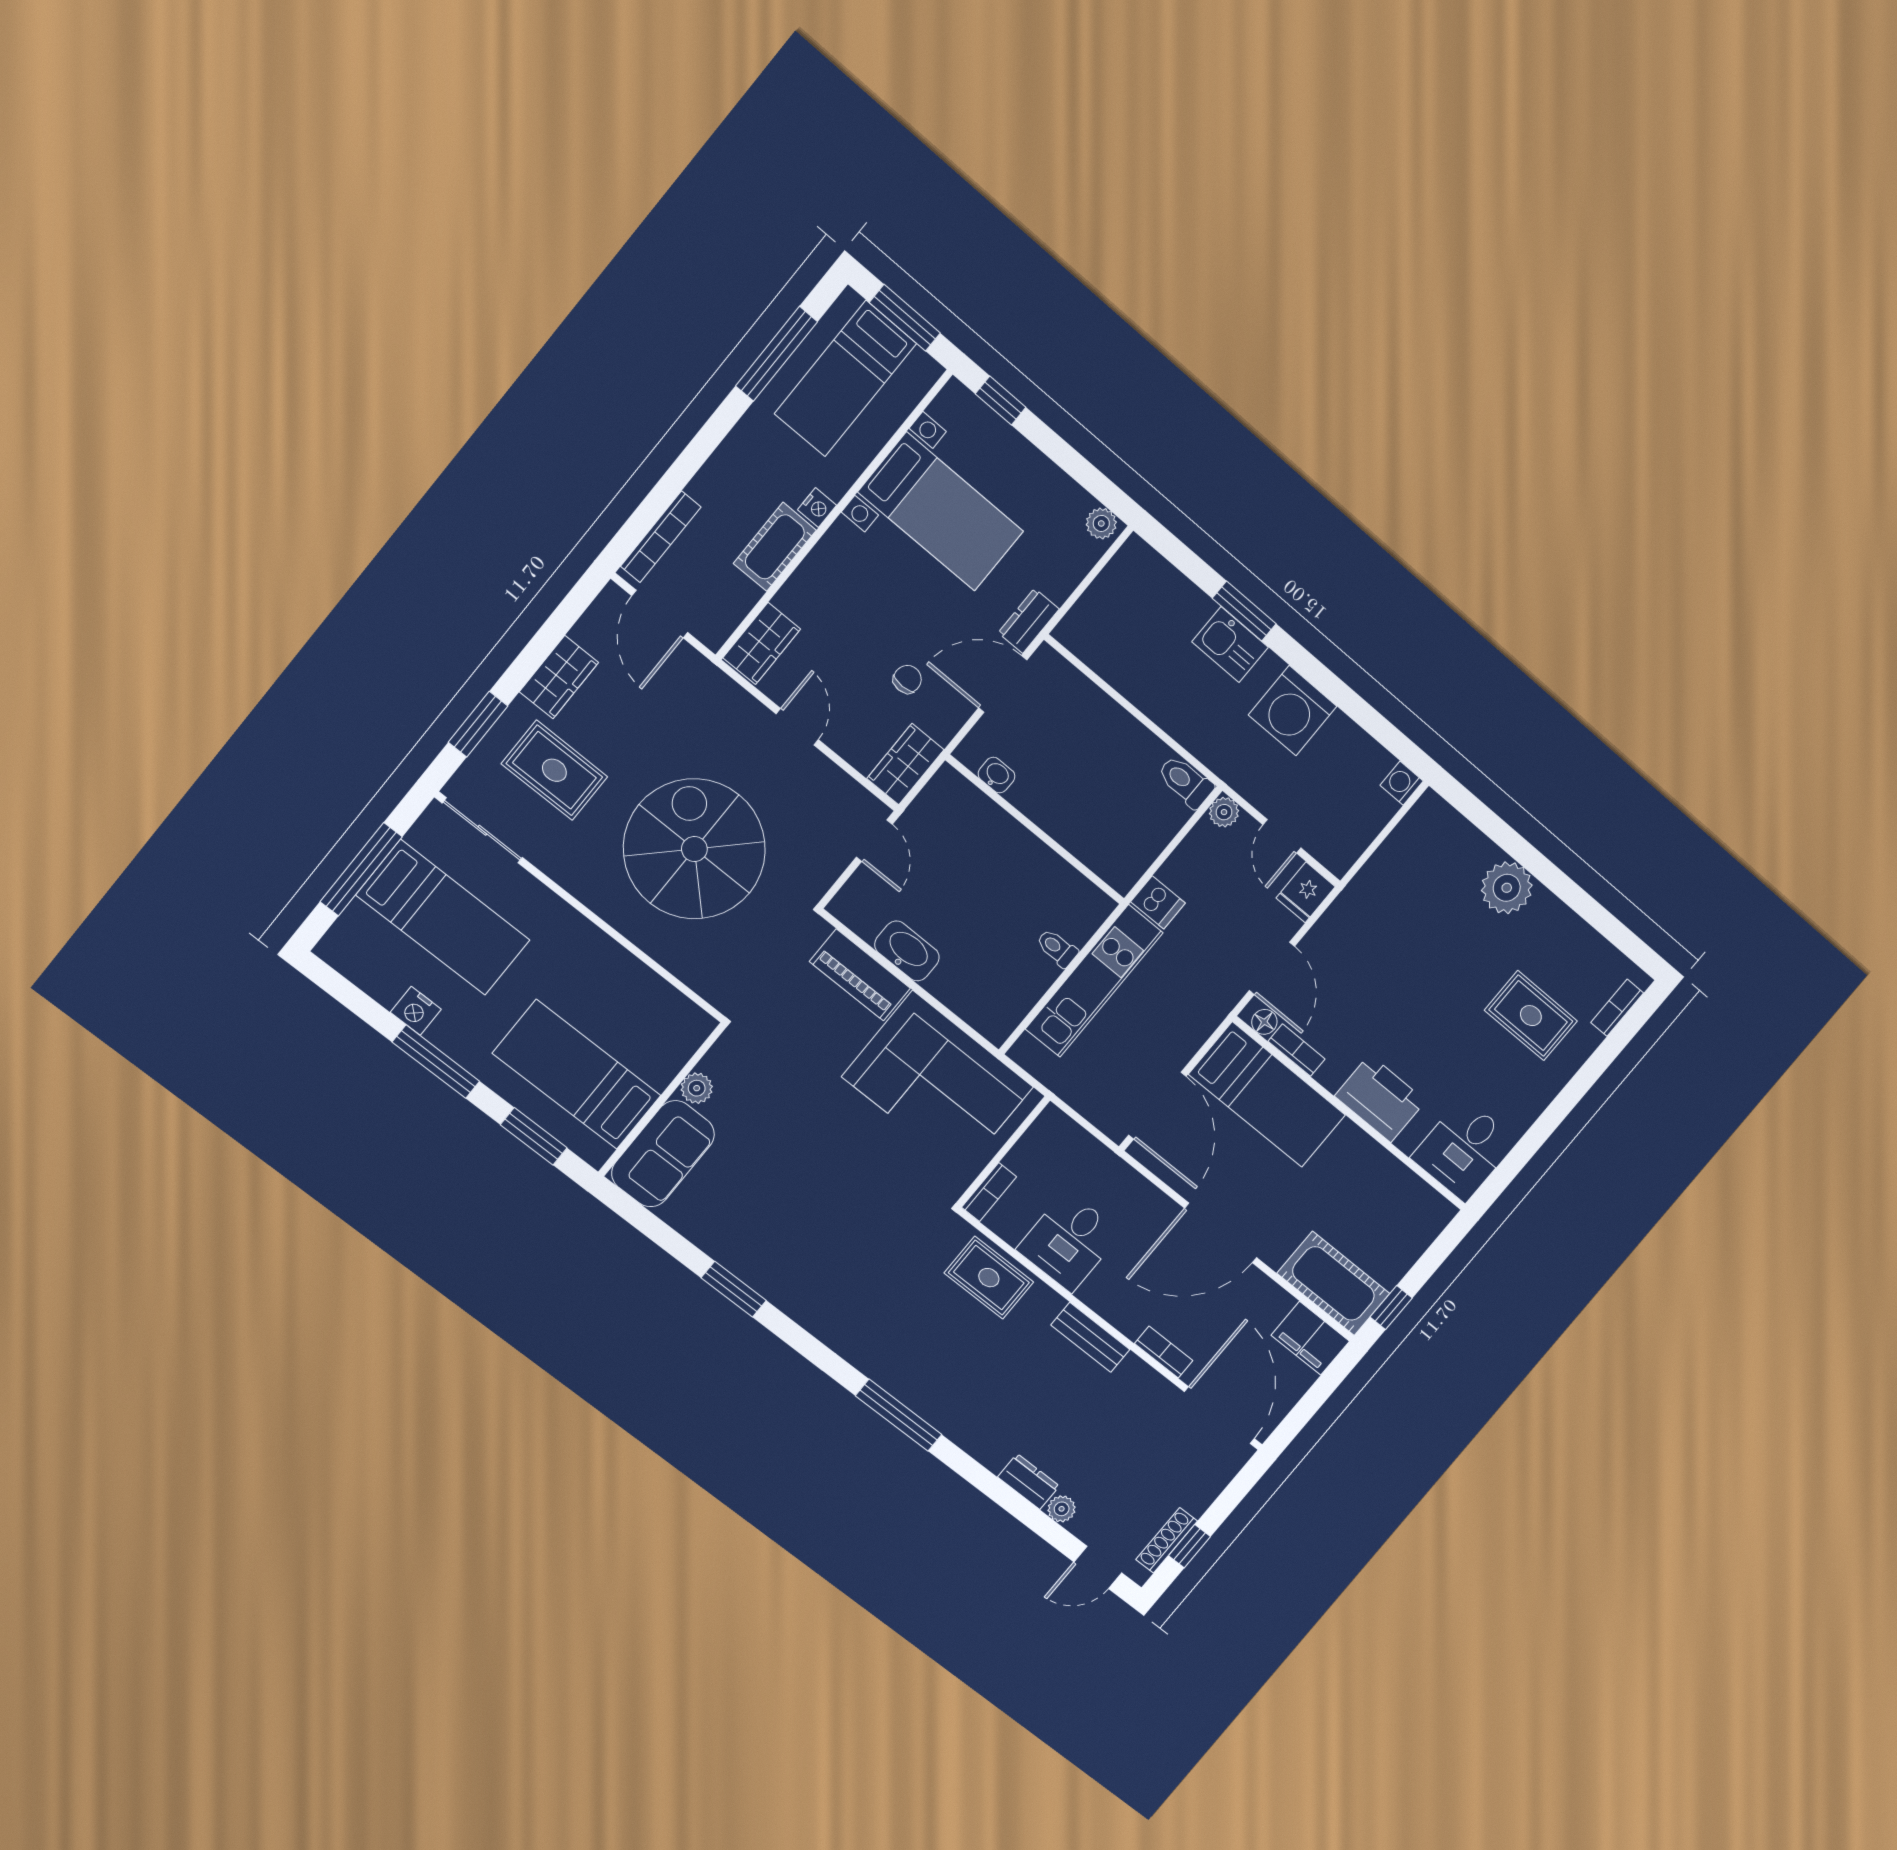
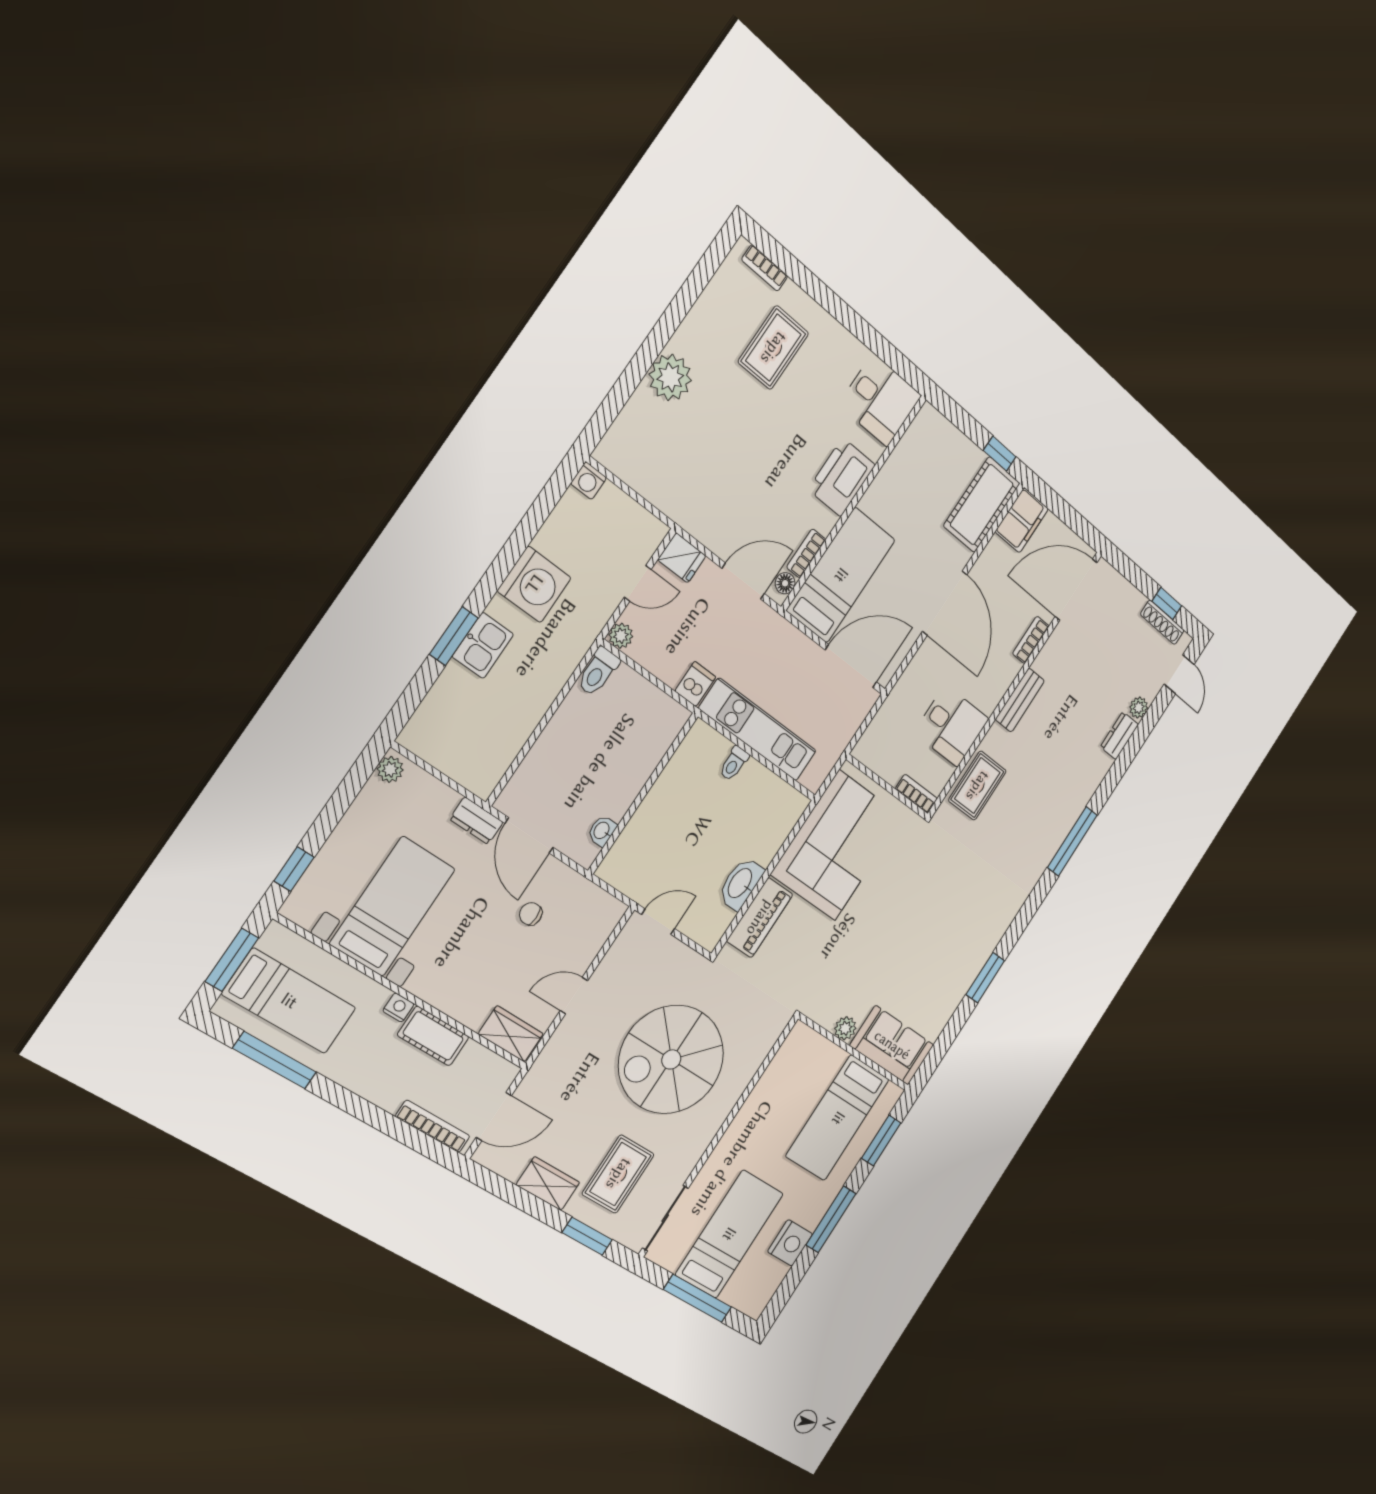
wardrobe: (905, 764) -> (598, 906), removed
nightstand: (416, 1011) -> (790, 1243), width x1.36, depth x1.33

